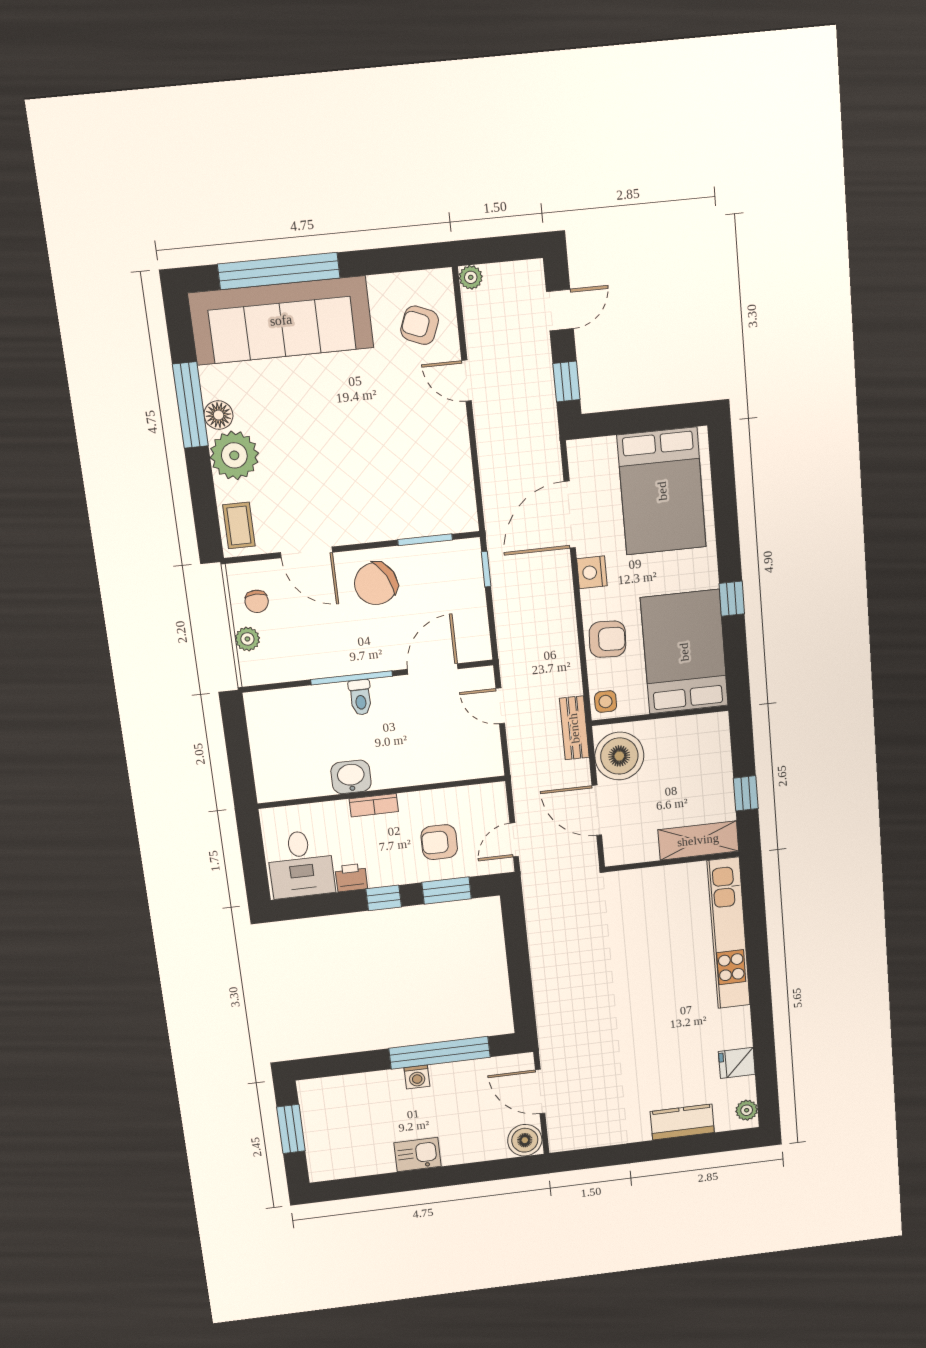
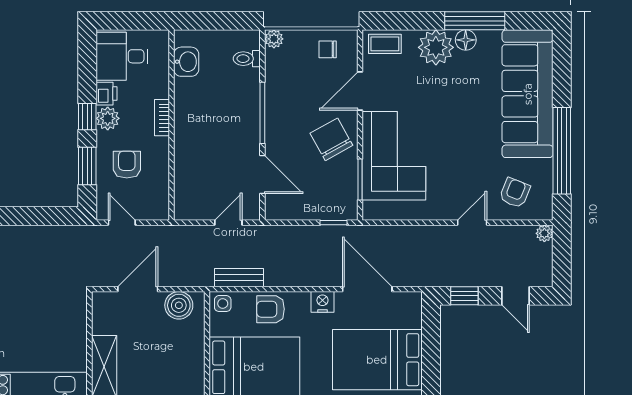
window: (279, 271) -> (562, 151), moved
corner sofa: (388, 497) -> (394, 156), added
plant: (247, 639) -> (274, 39), moved
armchair: (607, 639) -> (271, 309), turned 87
toilet: (360, 697) -> (247, 59), moved
bench: (574, 728) -> (239, 278), moved
boiler: (619, 756) -> (179, 305), width x0.73, depth x0.73
washbasin: (351, 777) -> (186, 62), moved
plant: (383, 873) -> (108, 118), added

